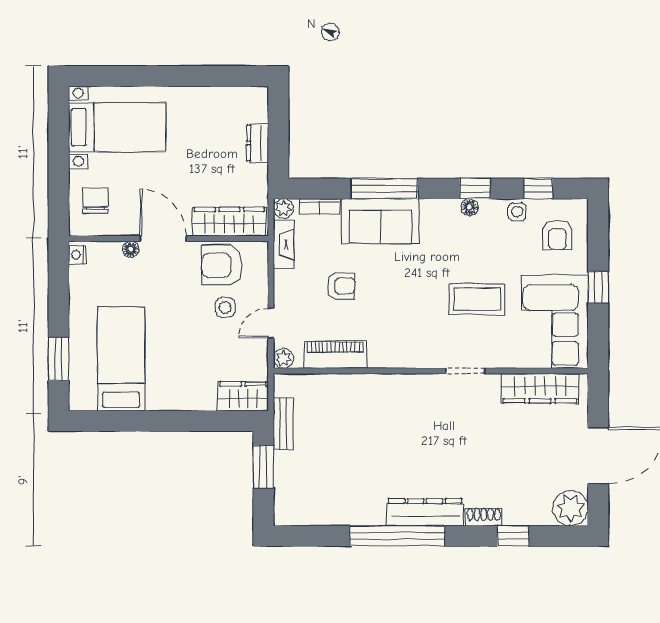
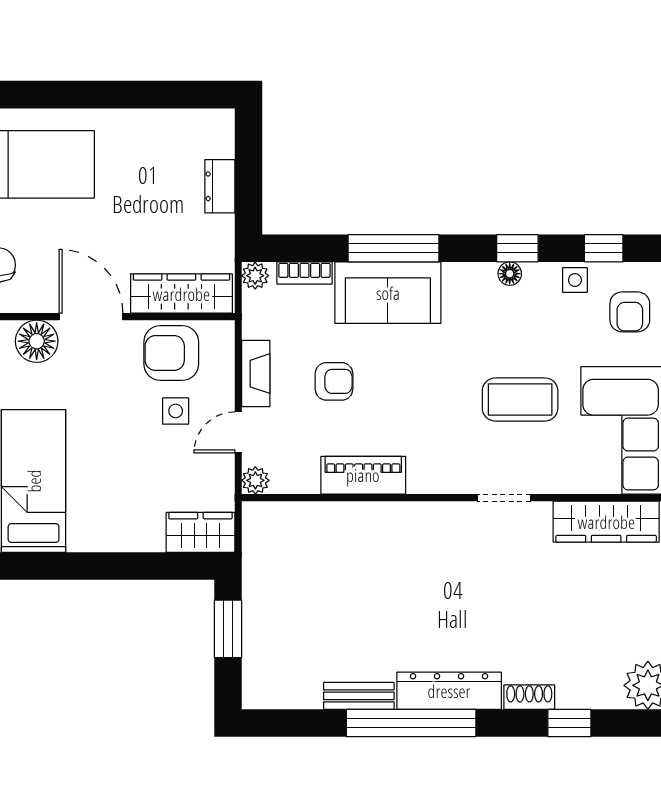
fireplace: (284, 245) -> (256, 374), moved
floor lamp: (131, 249) -> (37, 341), width x1.89, depth x1.89
piano: (335, 355) -> (363, 475), moved
bench: (283, 424) -> (359, 696), moved, turned 90

